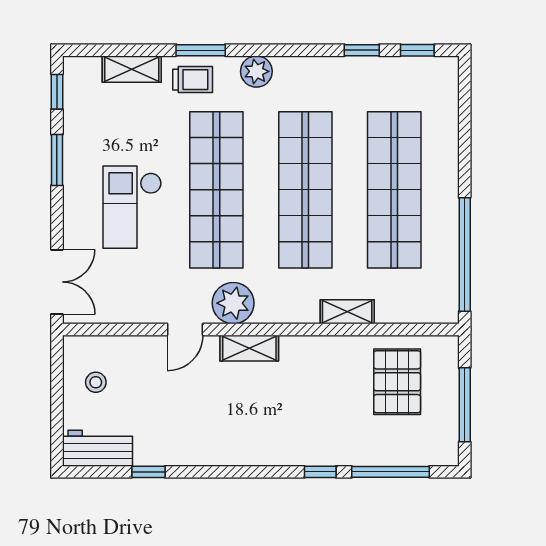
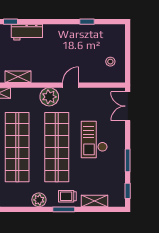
checkout: (132, 207) -> (94, 139), turned 180
shelving: (249, 348) -> (18, 77), moved
workbench: (97, 448) -> (27, 32), moved

